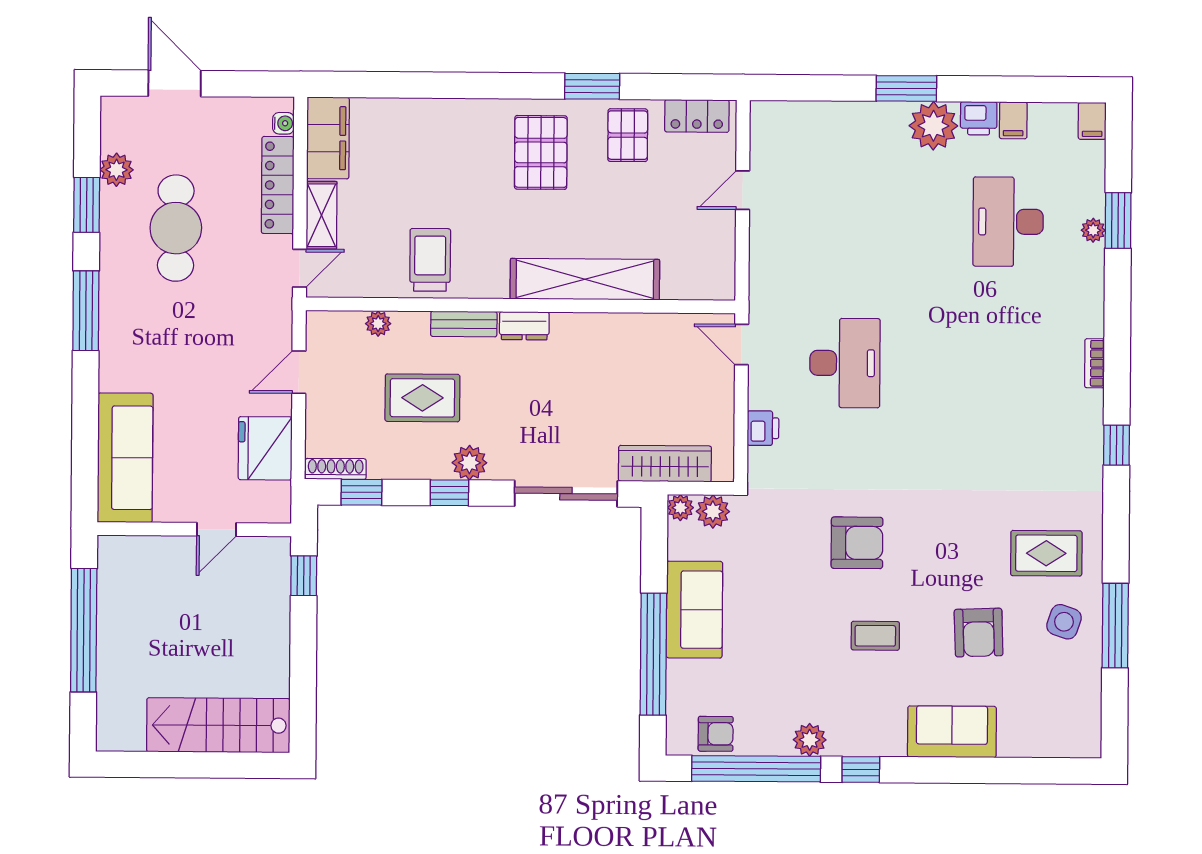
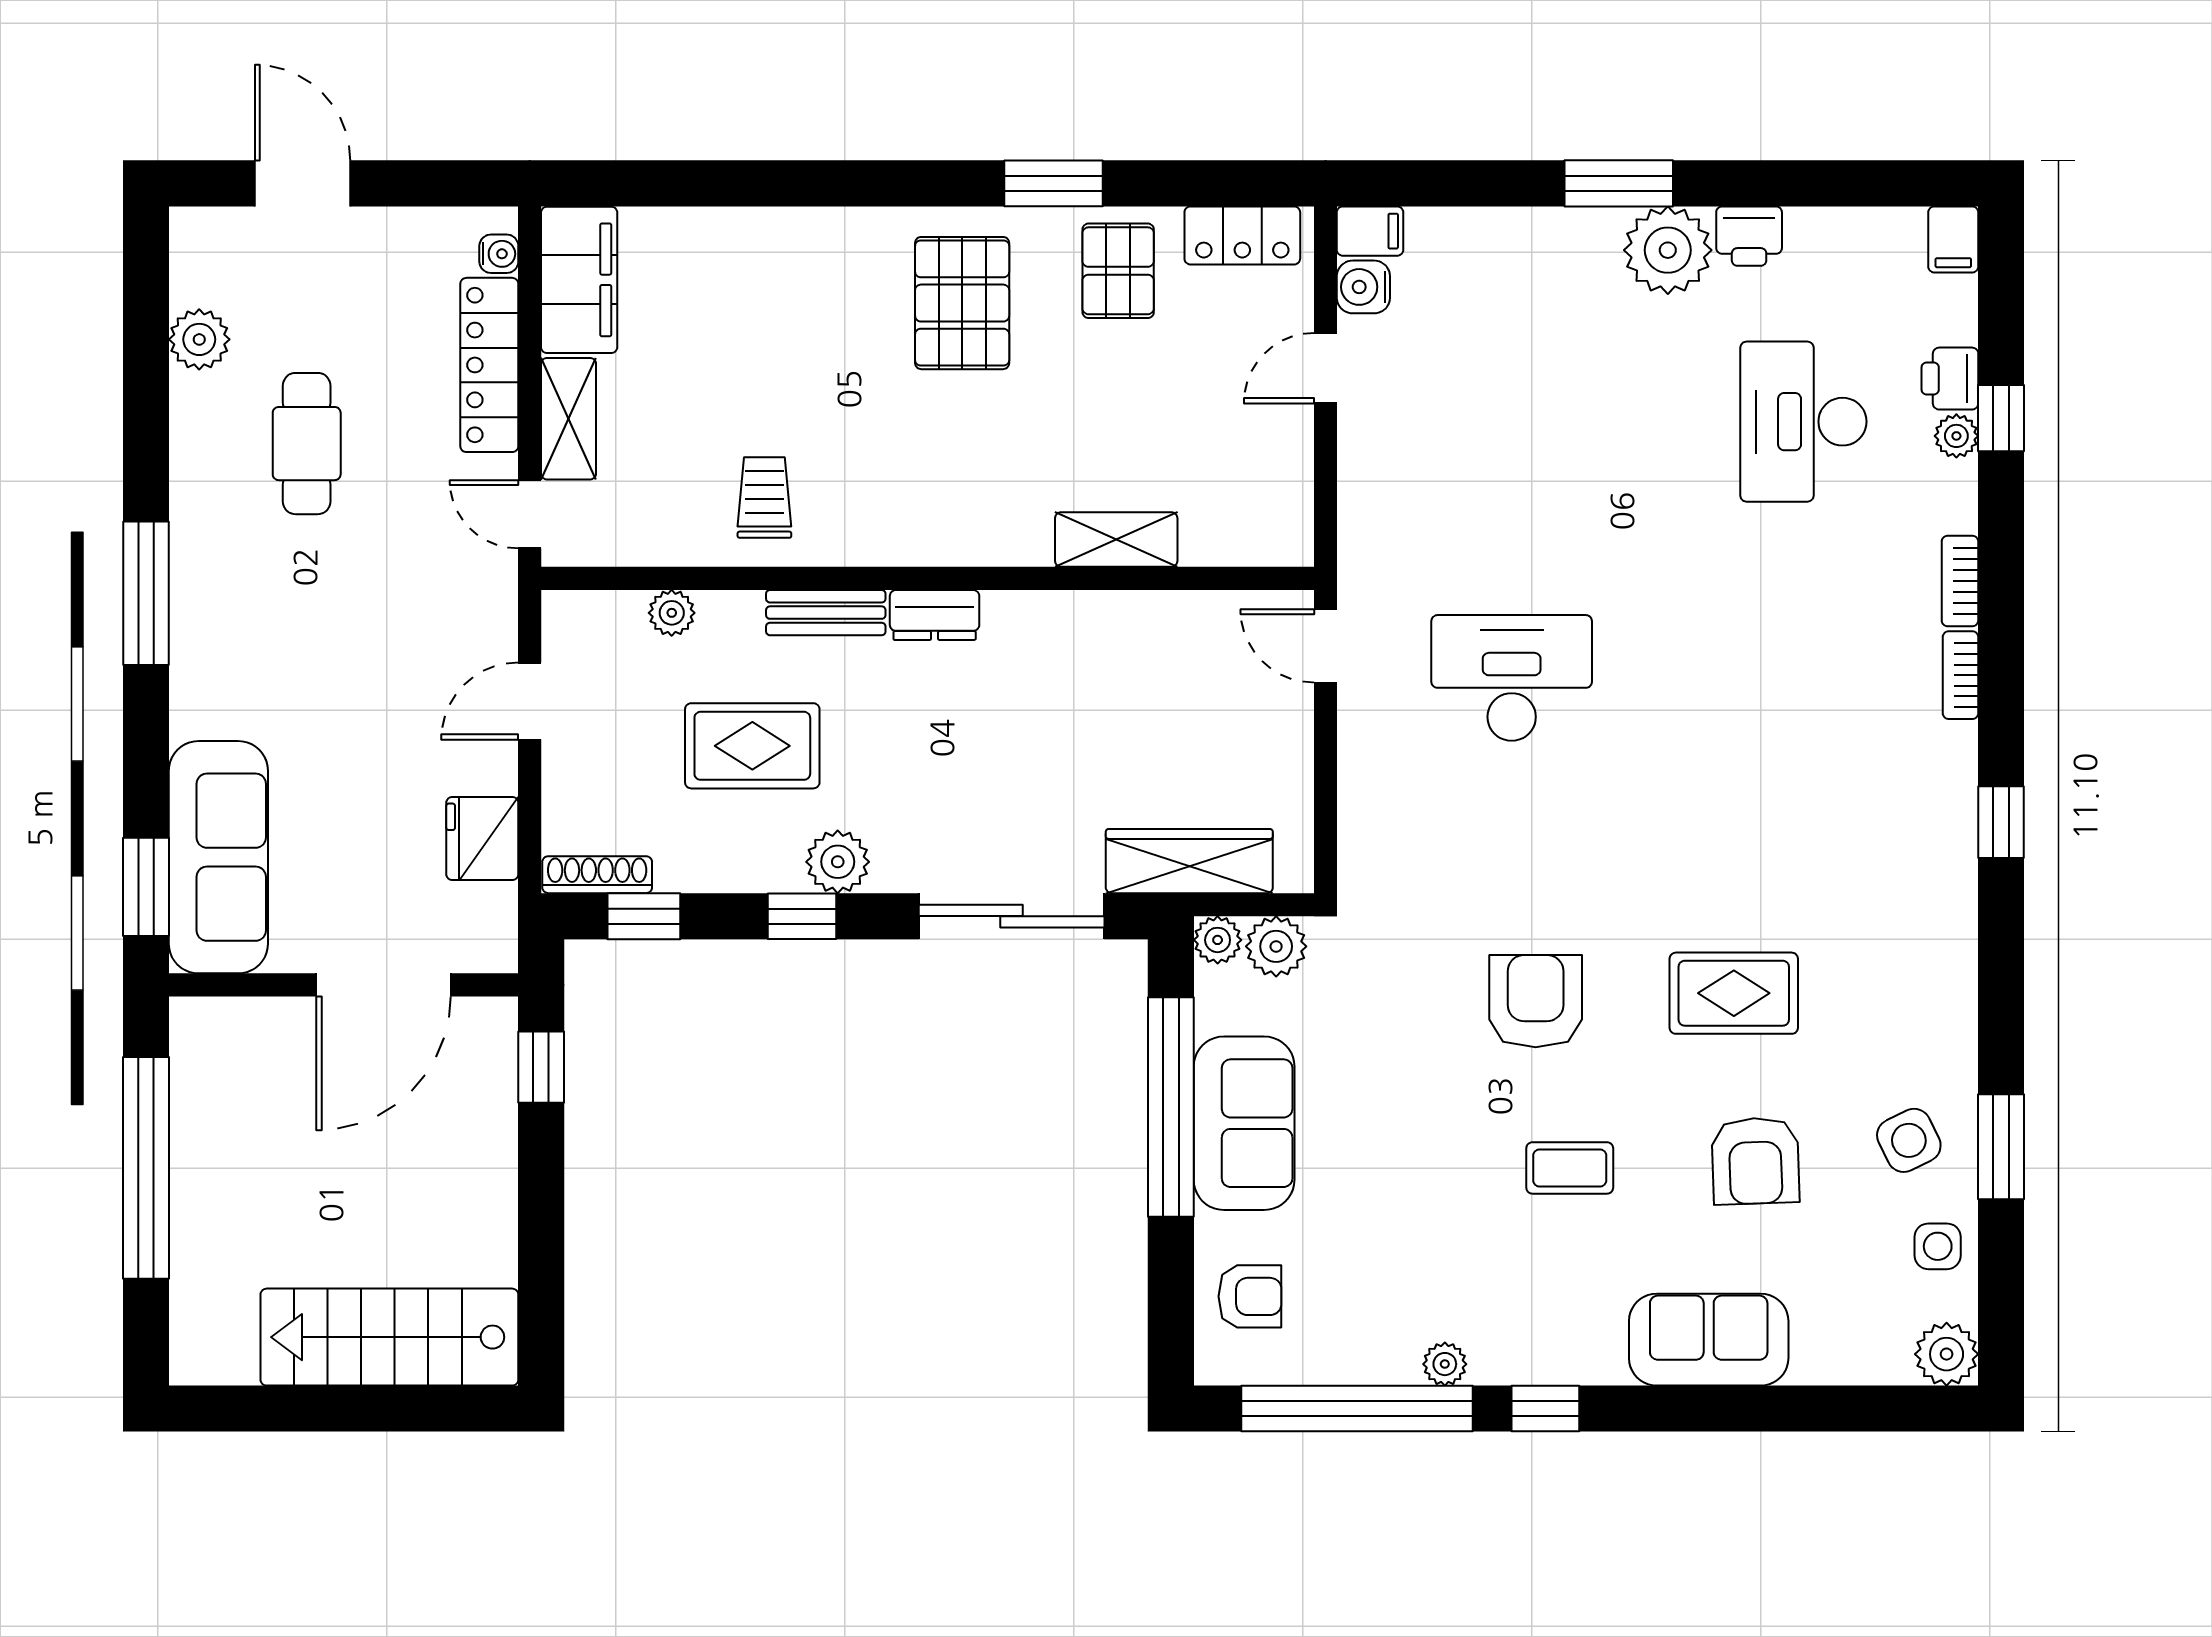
filing cabinet: (1013, 120) -> (1370, 231), moved, turned -90
water cooler: (764, 145) -> (1363, 287), added
window: (87, 205) -> (146, 887), moved
window: (1118, 220) -> (2001, 418), width x0.67
cafe table: (176, 228) -> (307, 444), width x0.73, depth x0.74
trolley: (430, 260) -> (764, 498), width x0.73, depth x0.72
door: (300, 268) -> (530, 514), swing flipped
shelving: (585, 279) -> (1116, 539), width x0.45, depth x0.75
bookcase: (1095, 311) -> (1960, 581), added
desk: (845, 363) -> (1512, 678), turned -90
printer: (763, 428) -> (1950, 379), moved, turned 180
fridge: (265, 448) -> (482, 838), width x0.73, depth x0.75
door: (216, 529) -> (384, 985), width x1.87
armchair: (857, 543) -> (1536, 1001), turned -90
rug: (1046, 553) -> (1734, 993), moved
side table: (1064, 622) -> (1909, 1140), turned 45
window: (1115, 626) -> (2001, 1147), width x0.69
window: (653, 654) -> (1171, 1107), moved
side table: (1080, 681) -> (1938, 1246), added
armchair: (716, 734) -> (1250, 1296), moved
plant: (810, 740) -> (1445, 1364), width x0.73, depth x0.73
plant: (1084, 741) -> (1947, 1354), added

